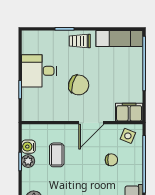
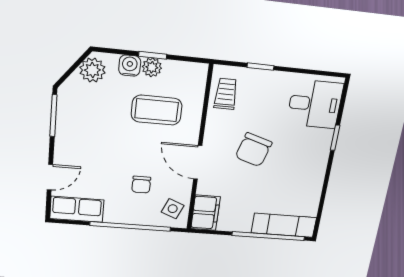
exam couch: (119, 38) -> (284, 225), moved, turned 90
trolley: (80, 41) -> (226, 94), moved
desk: (39, 71) -> (315, 104), moved, turned 90
water cooler: (28, 147) -> (130, 66), moved
coffee table: (57, 155) -> (157, 110), width x1.36, depth x1.30

